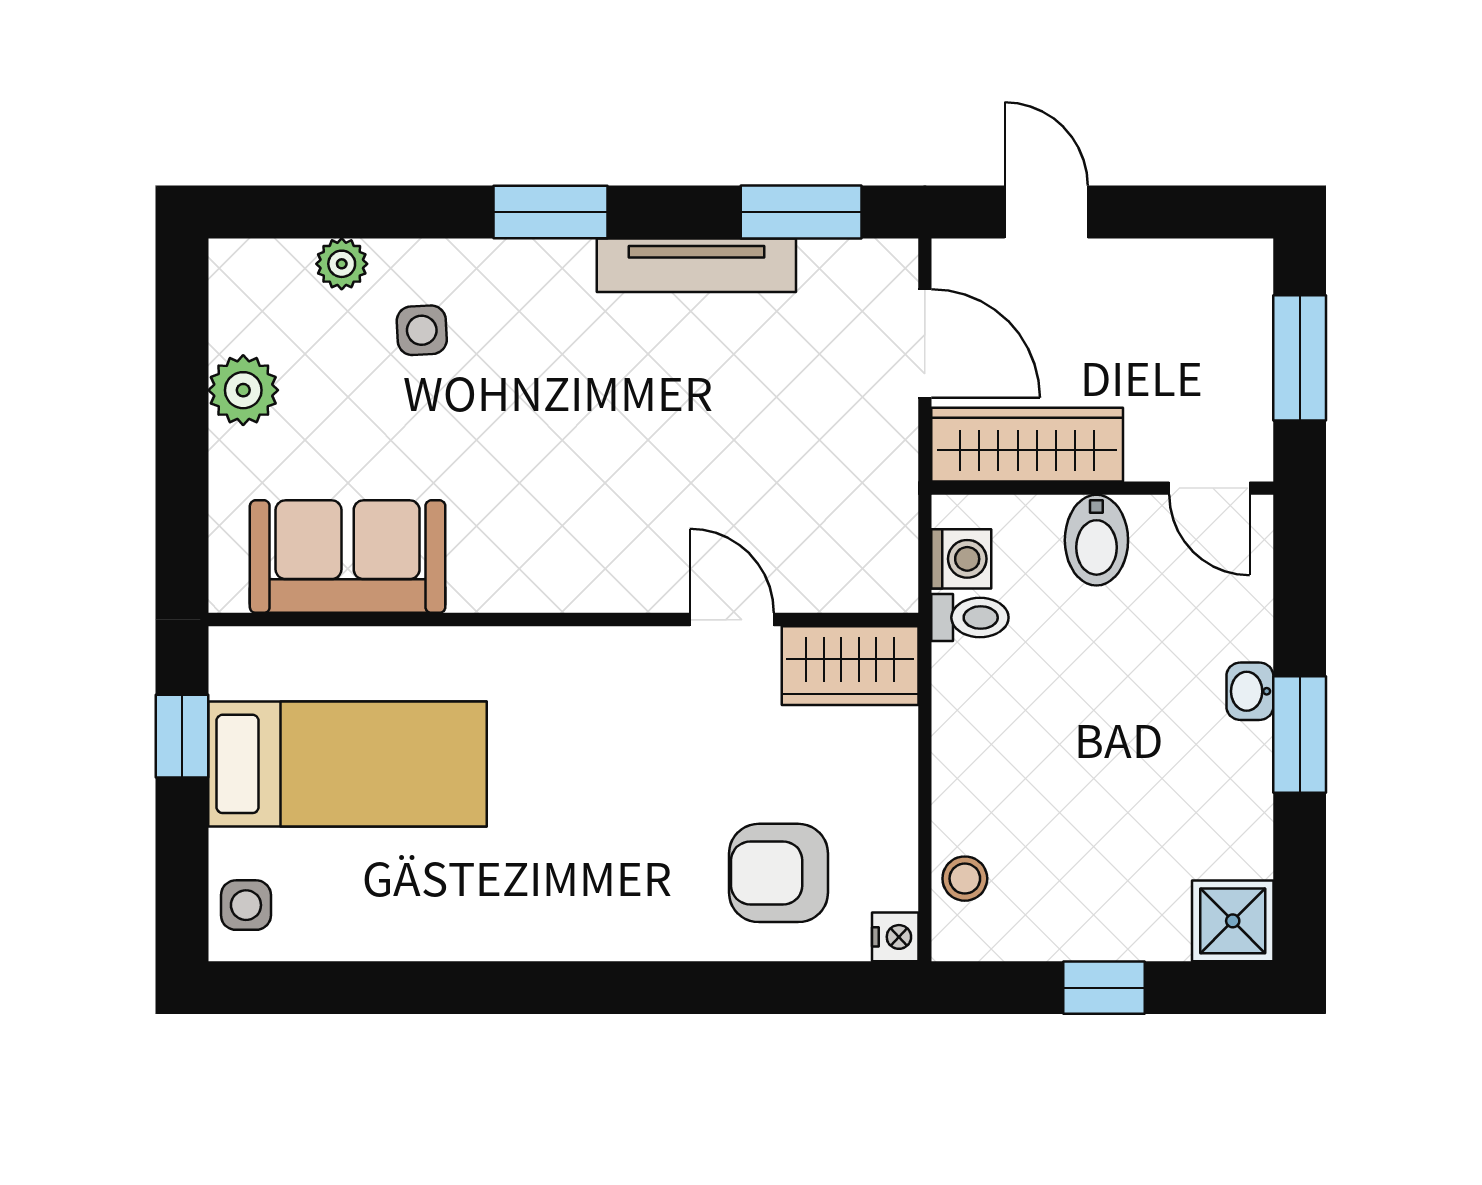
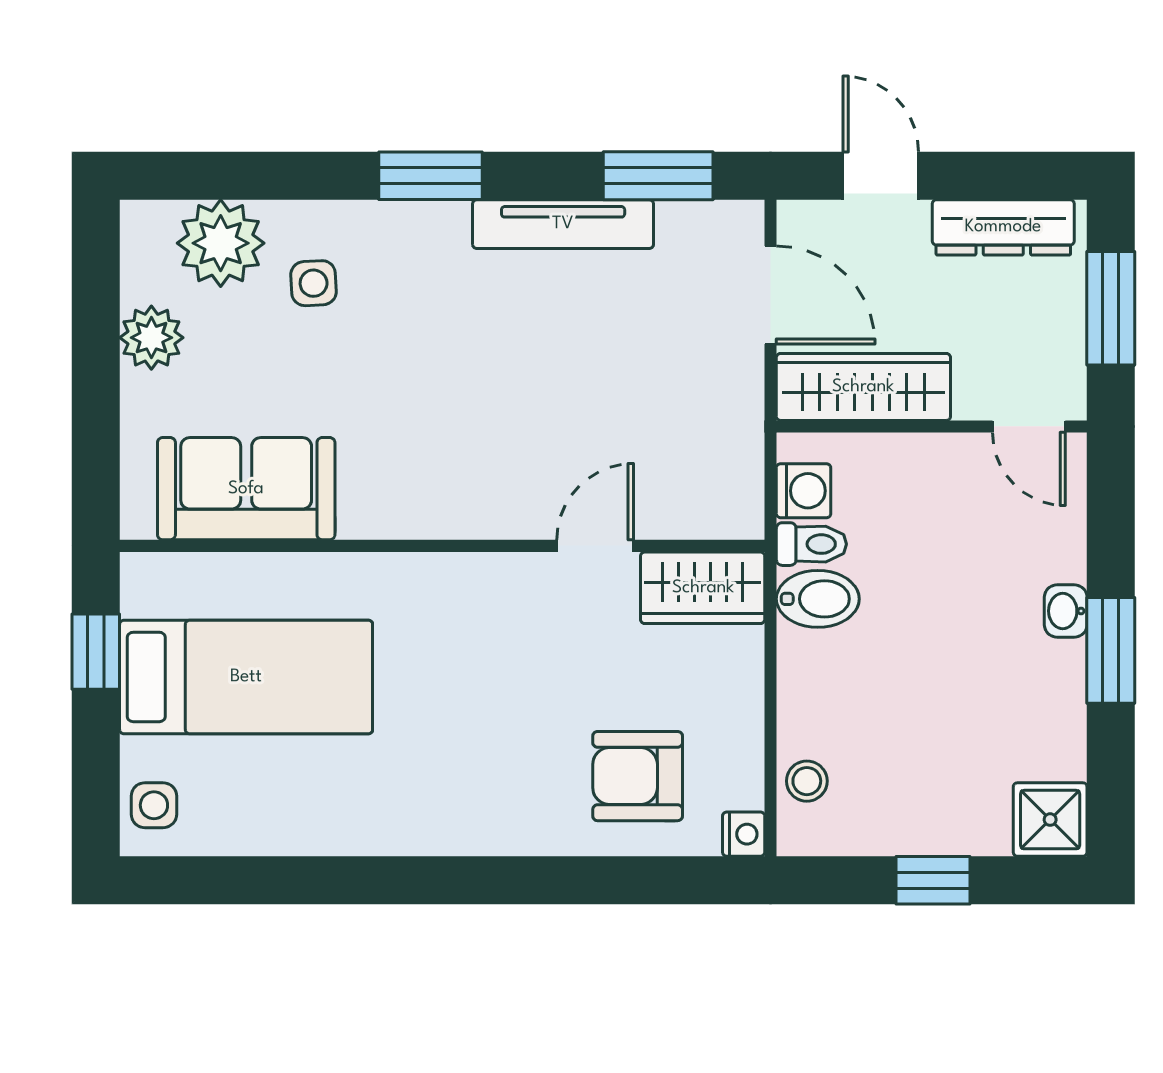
plant: (342, 264) -> (221, 243), width x1.88, depth x1.88
dresser: (1181, 269) -> (1003, 227), added
bidet: (1096, 540) -> (818, 599), moved, turned -90
door: (732, 620) -> (595, 546), hinge flipped

